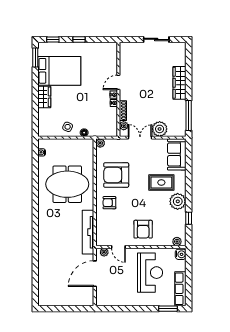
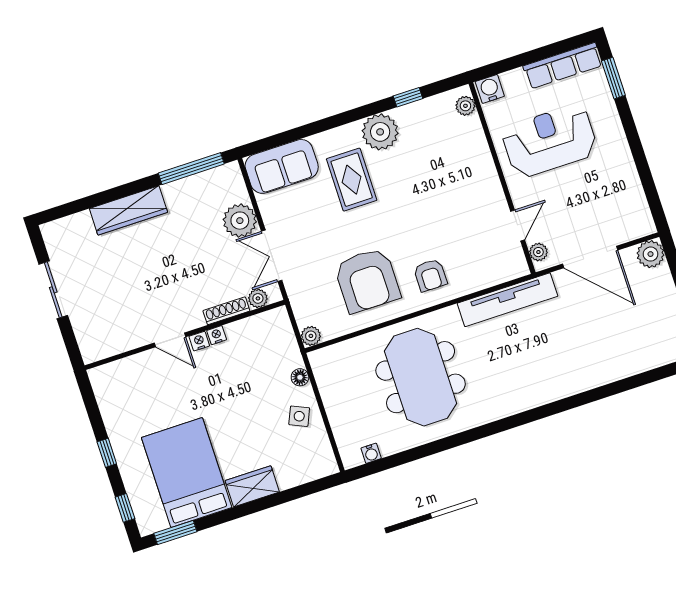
armchair: (143, 229) -> (463, 186), removed
plant: (88, 300) -> (651, 254), added

